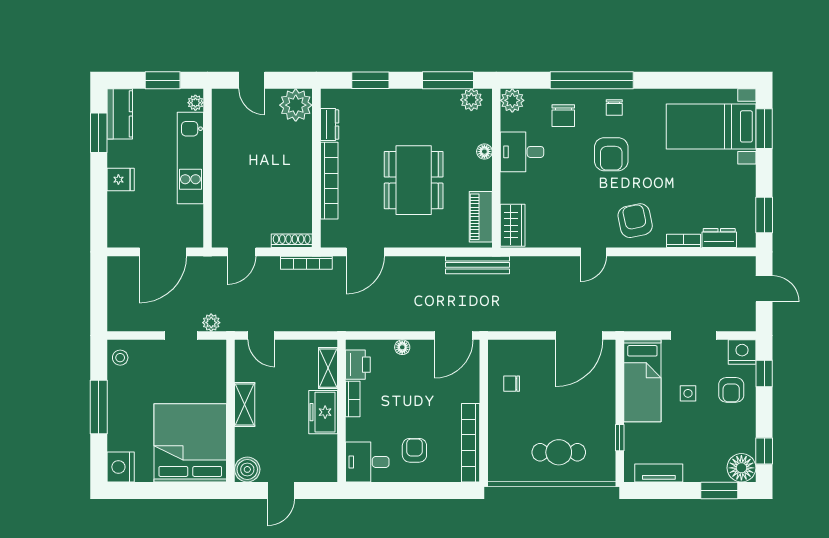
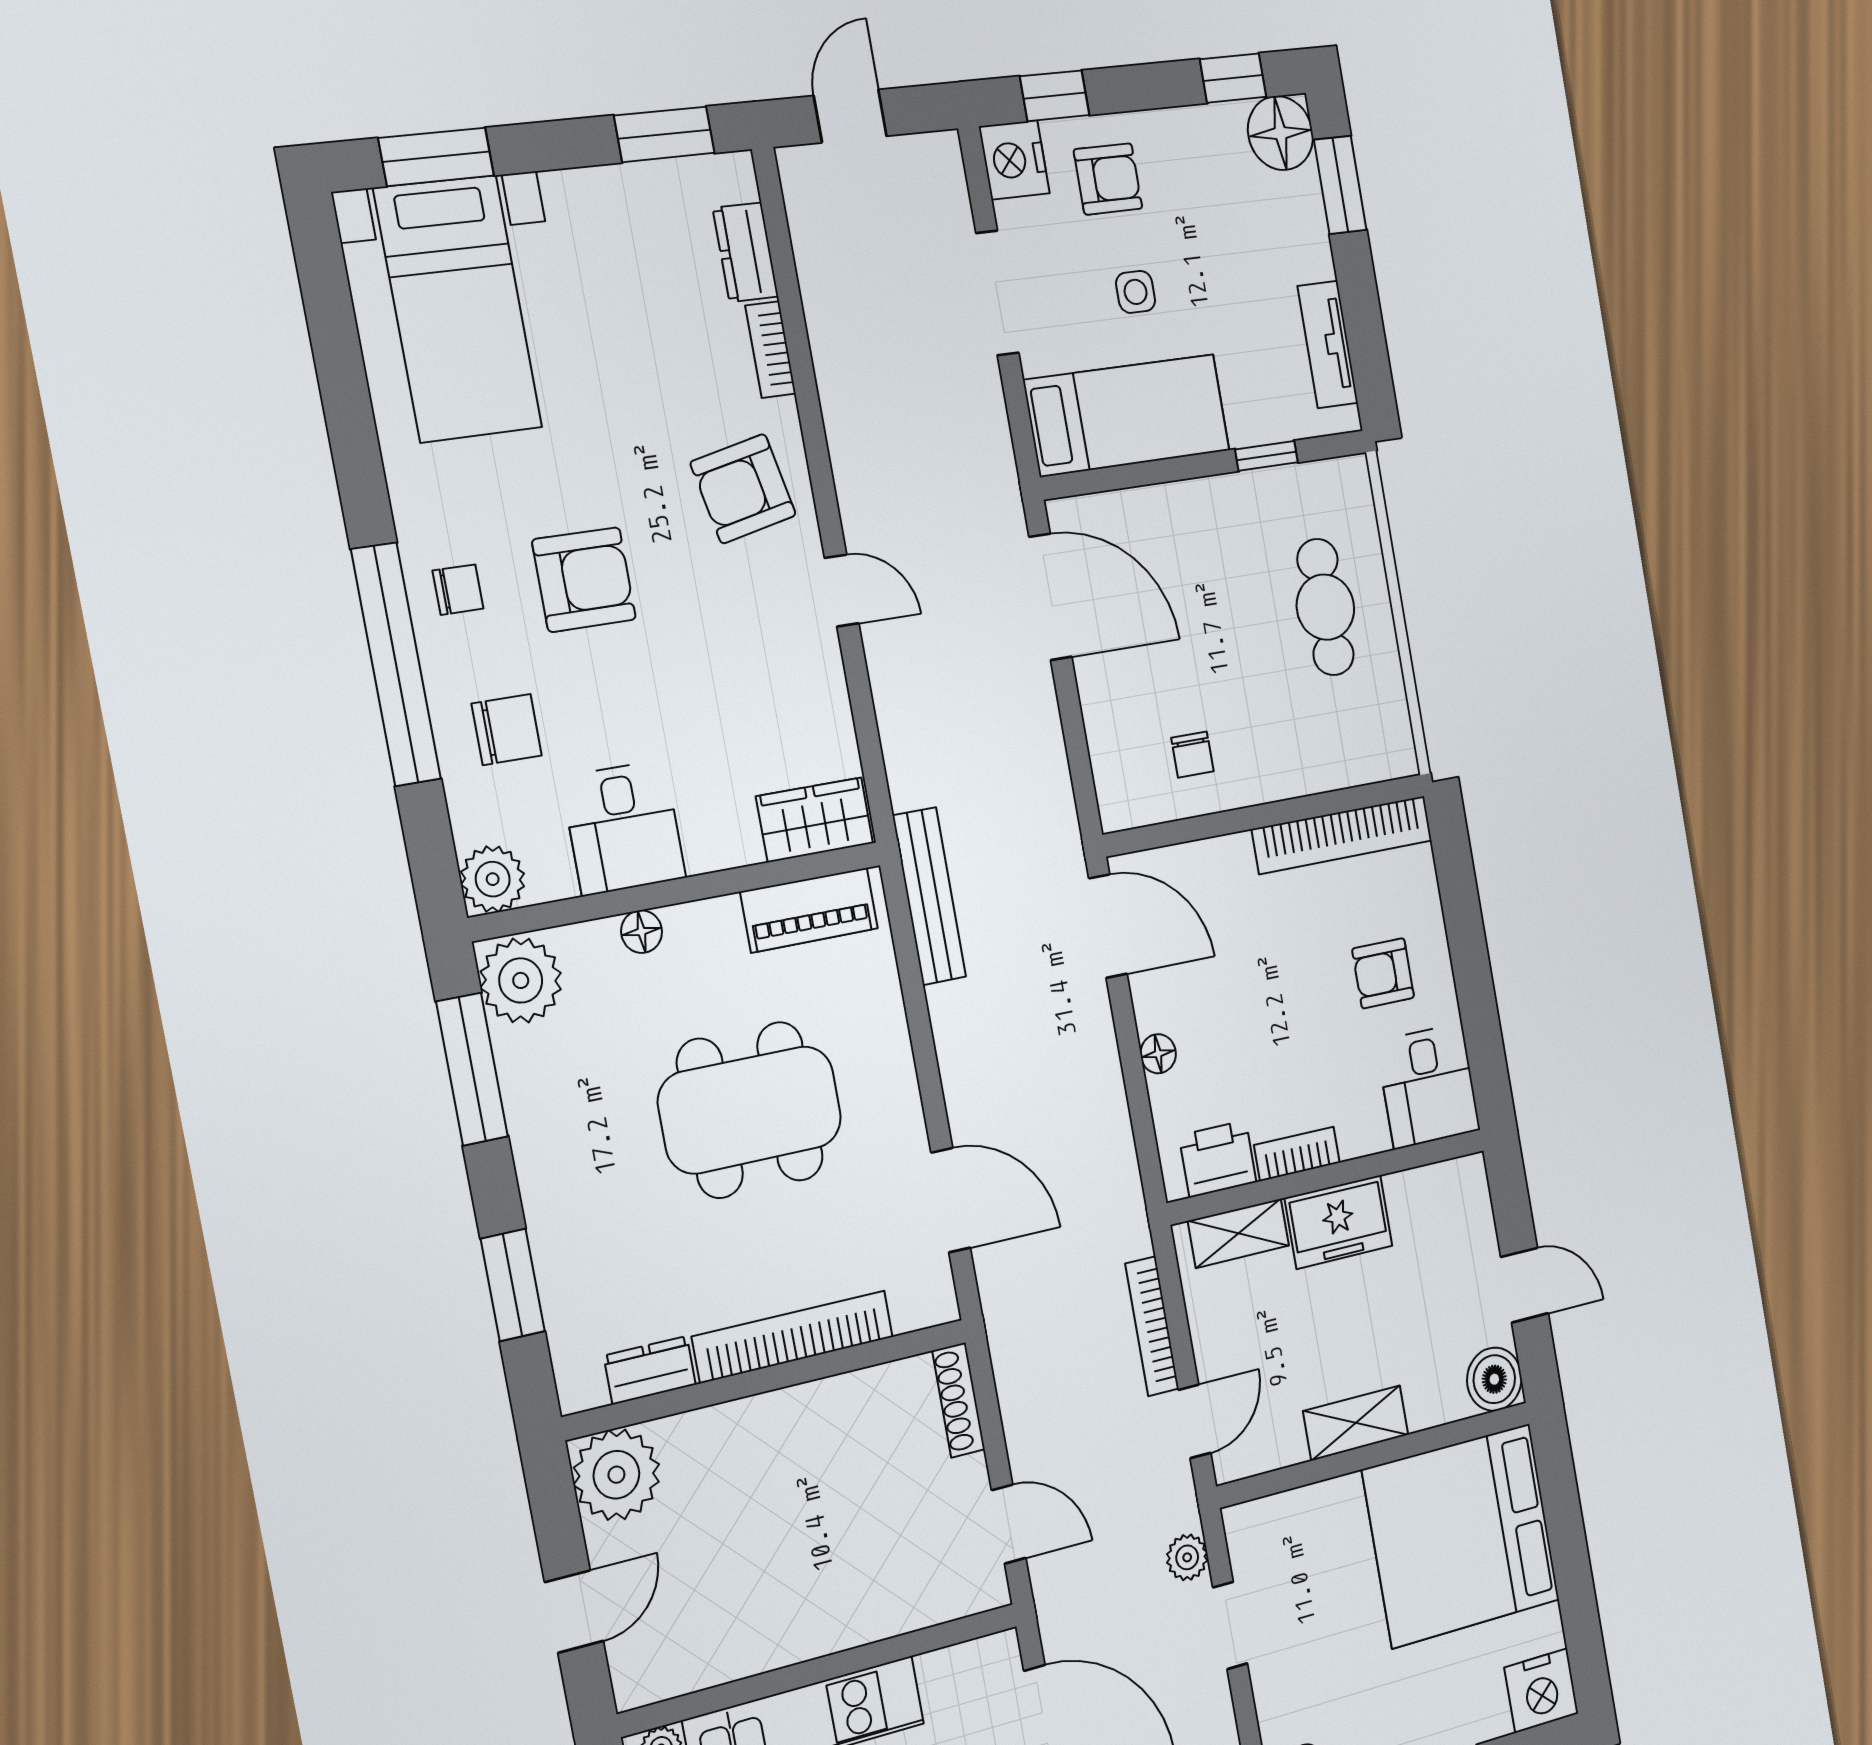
plant: (471, 100) -> (521, 980), width x1.36, depth x1.36
bookcase: (306, 263) -> (1152, 1326), moved, turned 180

